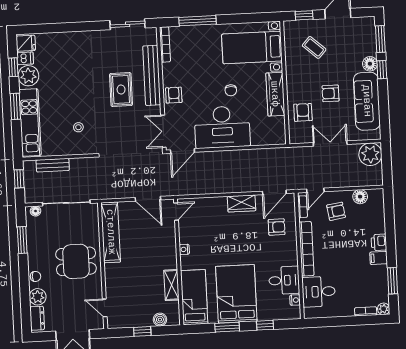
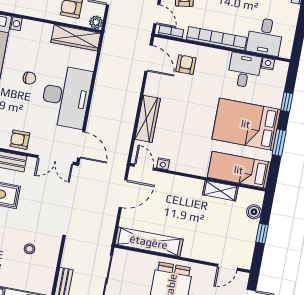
wardrobe: (275, 94) -> (76, 38), moved
plant: (295, 138) -> (96, 22), added
wardrobe: (241, 203) -> (148, 119), moved, width x1.50
nightstand: (184, 249) -> (163, 164), moved

